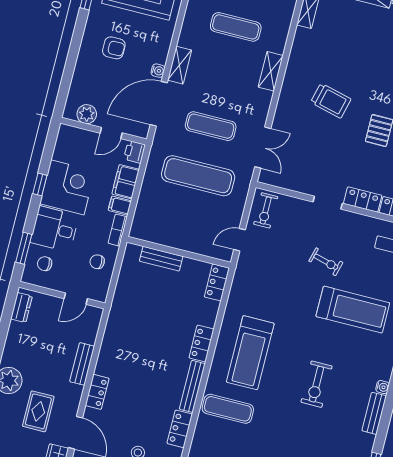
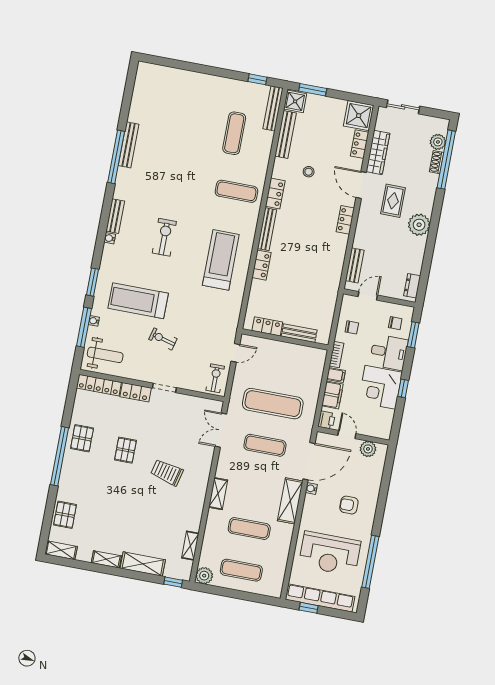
shelving: (180, 65) -> (290, 501), width x1.50, depth x1.33
door: (111, 133) -> (347, 435), hinge flipped
locker: (217, 282) -> (267, 326), moved, turned -90
bench: (82, 364) -> (355, 265), moved
exercise mat: (228, 409) -> (236, 191), moved

